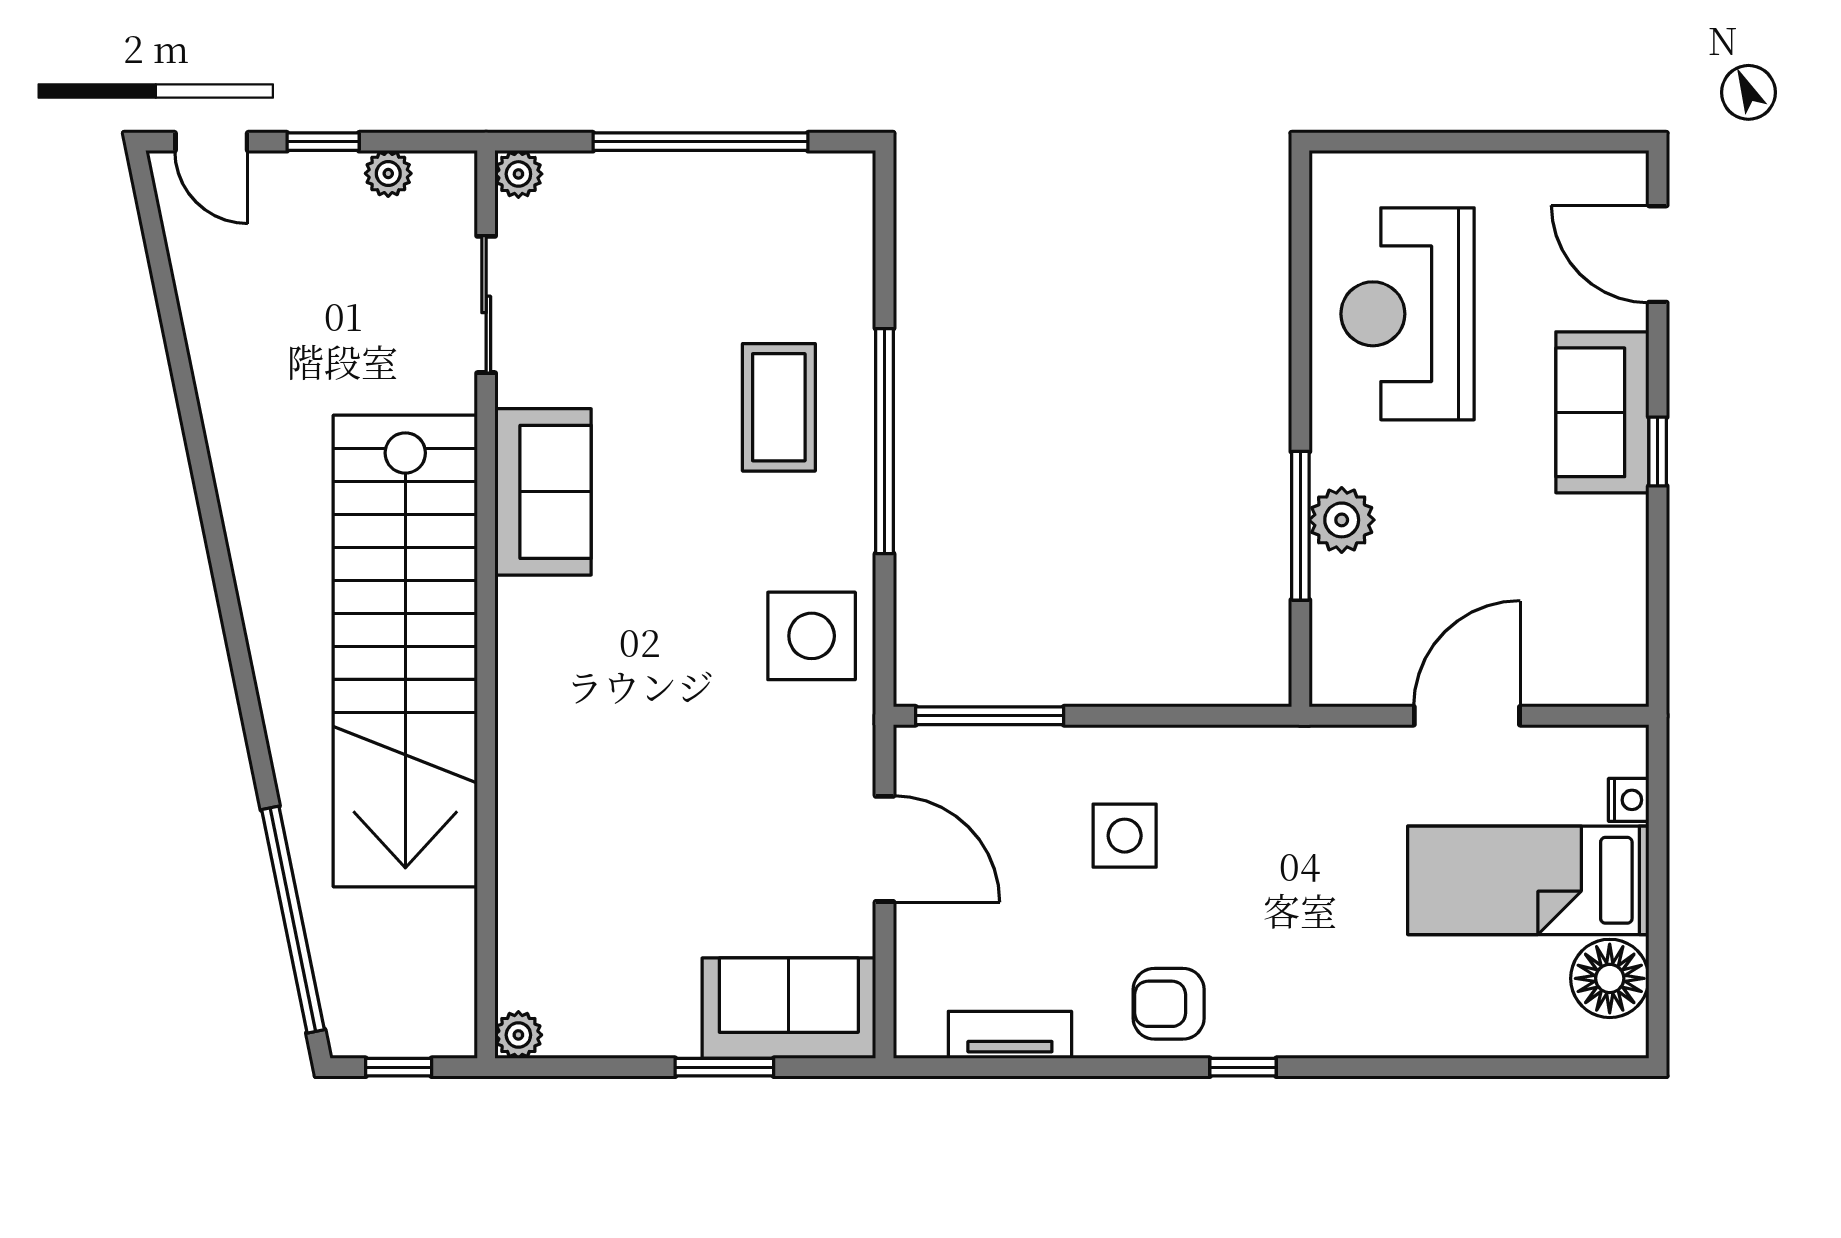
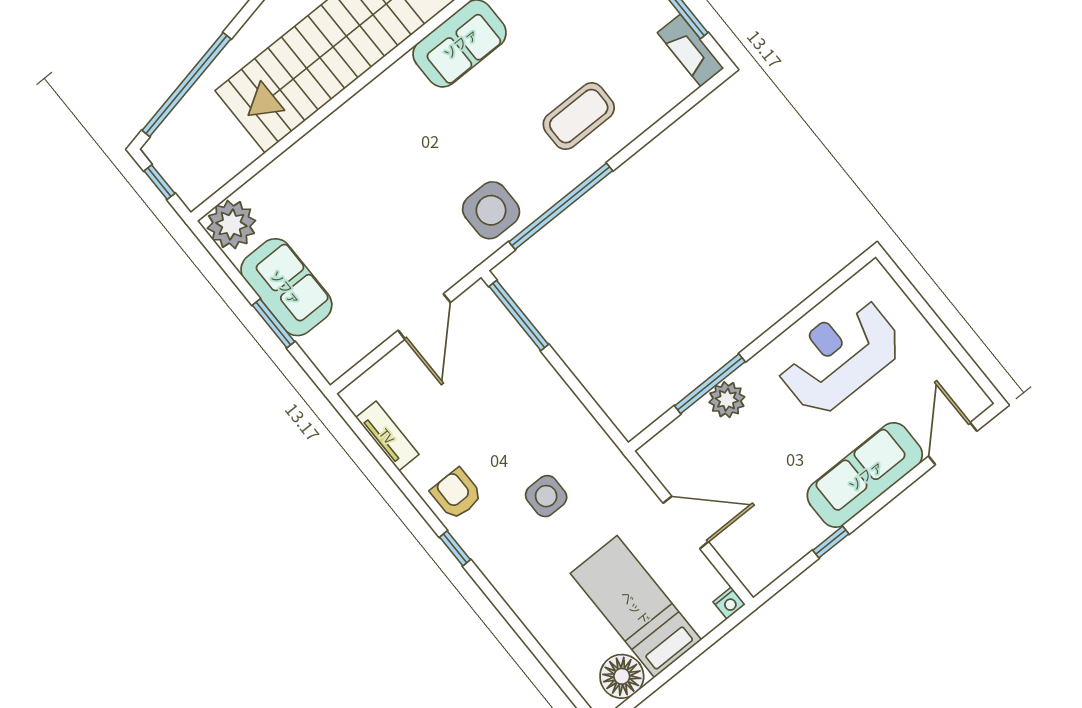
fireplace: (813, 177) -> (691, 50), added
sofa: (1602, 412) -> (865, 475), width x1.36
window: (884, 441) -> (561, 206), moved
window: (1658, 452) -> (831, 542), moved
nightstand: (1629, 800) -> (729, 603), moved
side table: (1125, 836) -> (546, 496), moved
sofa: (789, 1008) -> (286, 287), moved
plant: (518, 1035) -> (231, 224), width x1.87, depth x1.87

